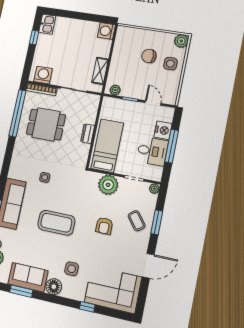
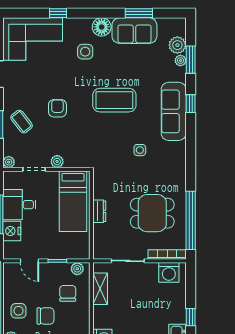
chair: (127, 71) -> (68, 293), added
plant: (108, 185) -> (57, 162), width x0.53, depth x0.53

